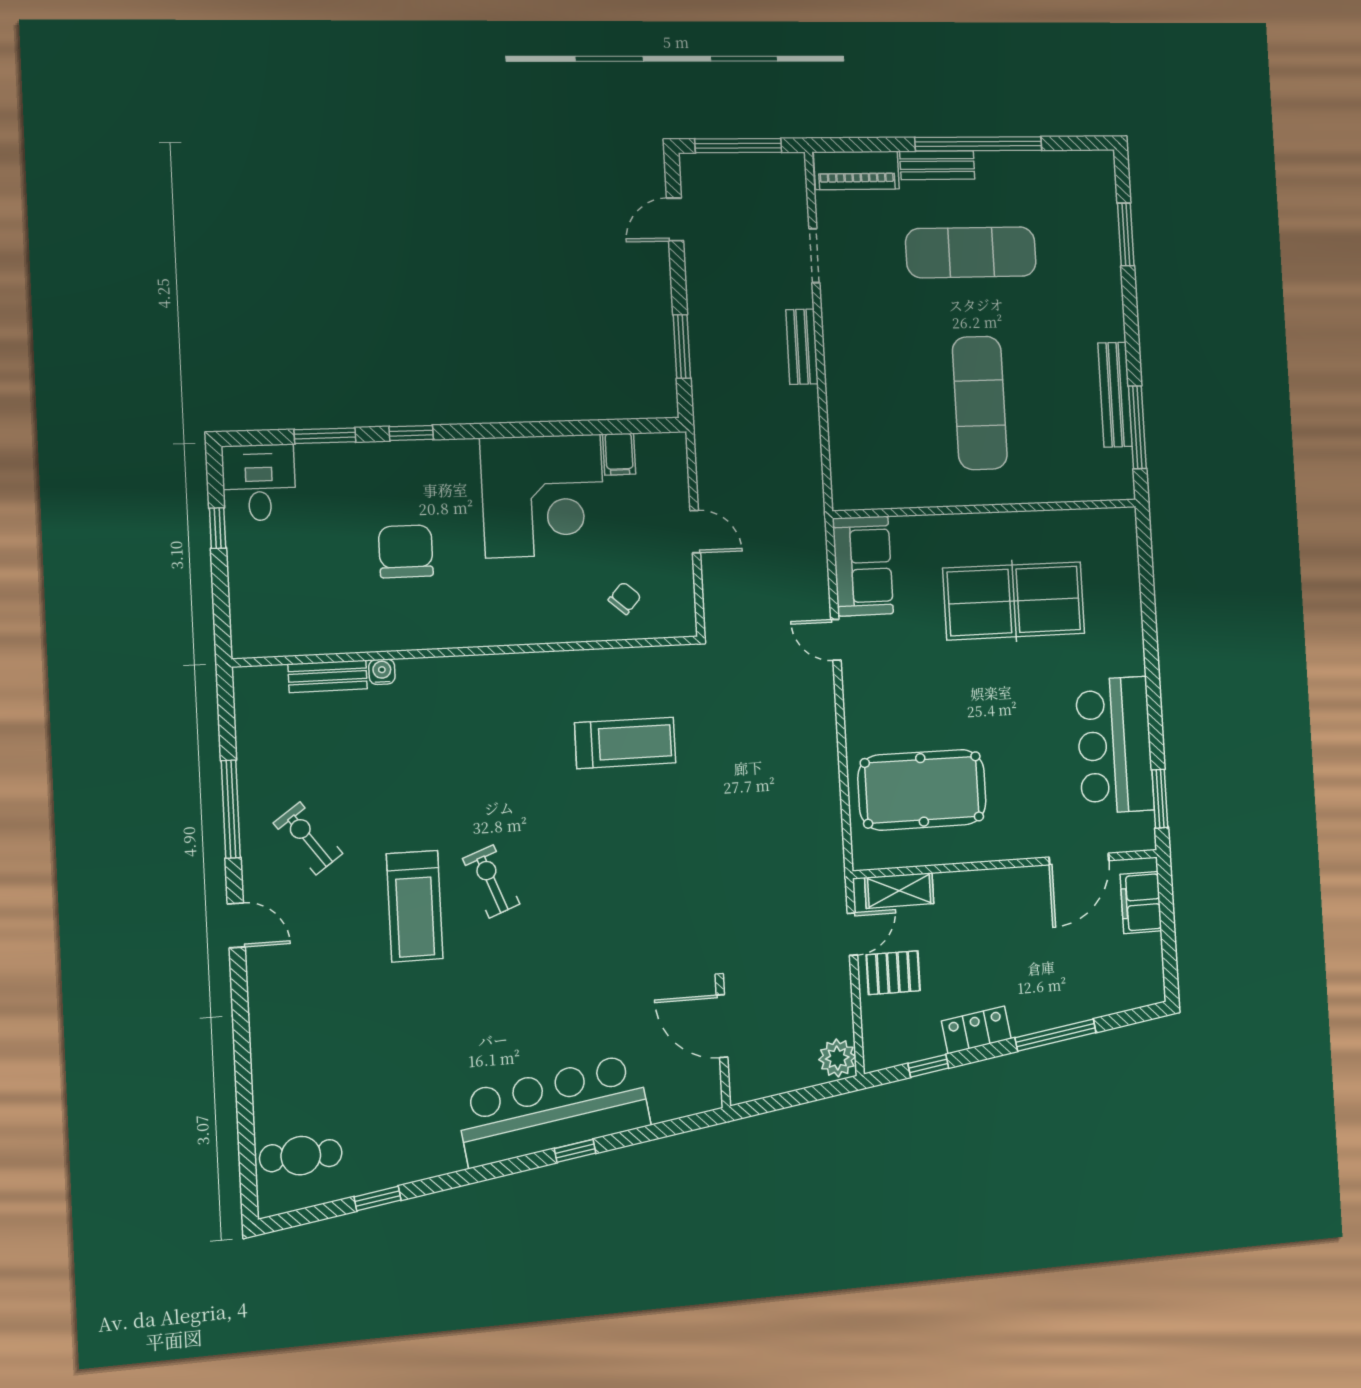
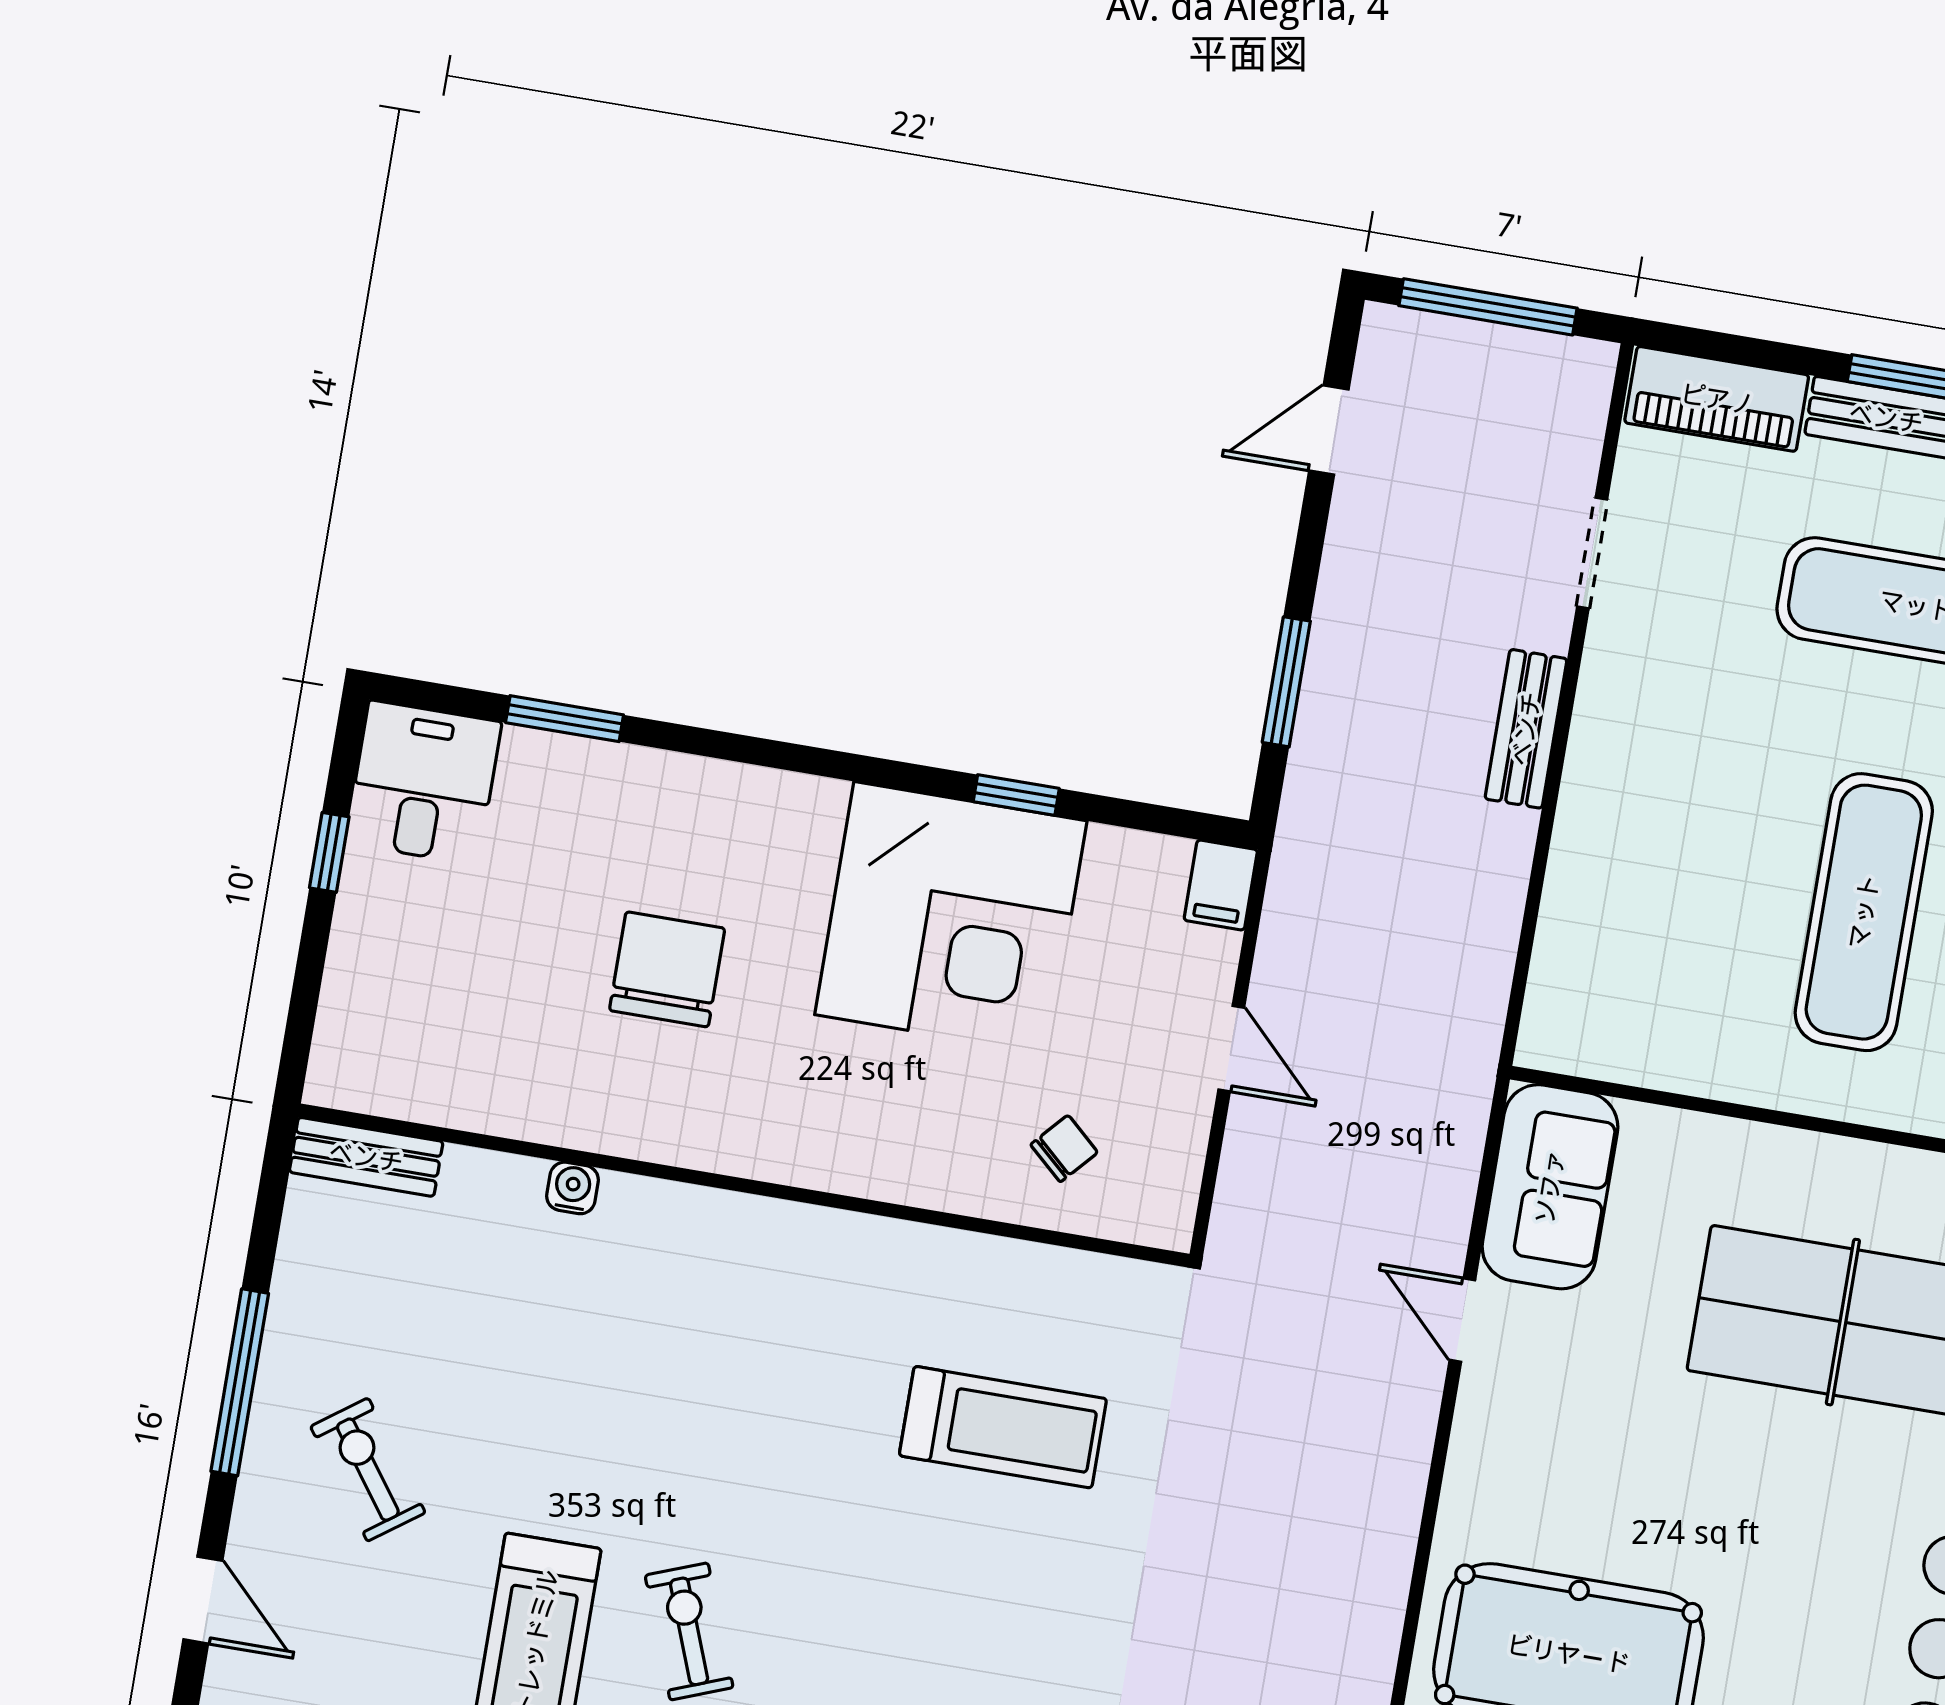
window: (411, 433) -> (1016, 795), moved
filing cabinet: (619, 454) -> (1221, 885), moved
bench: (328, 676) -> (366, 1157), moved

